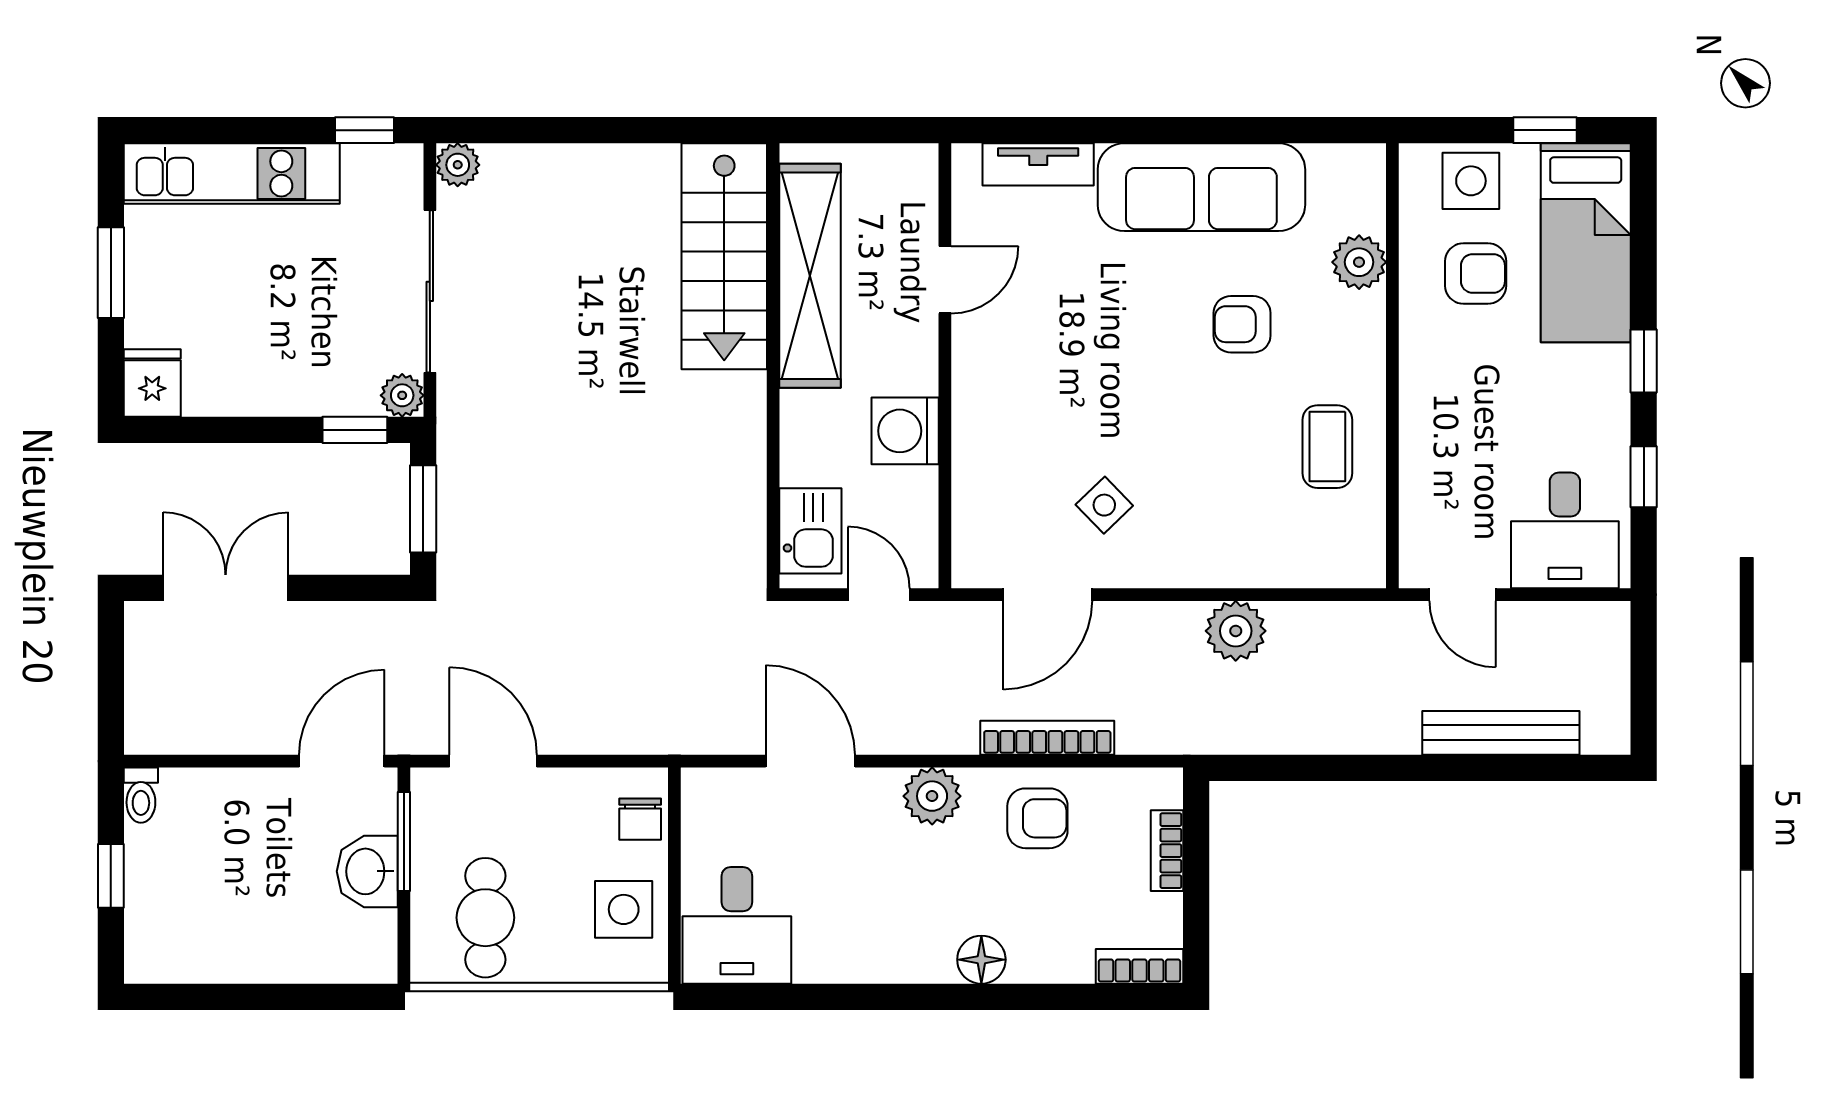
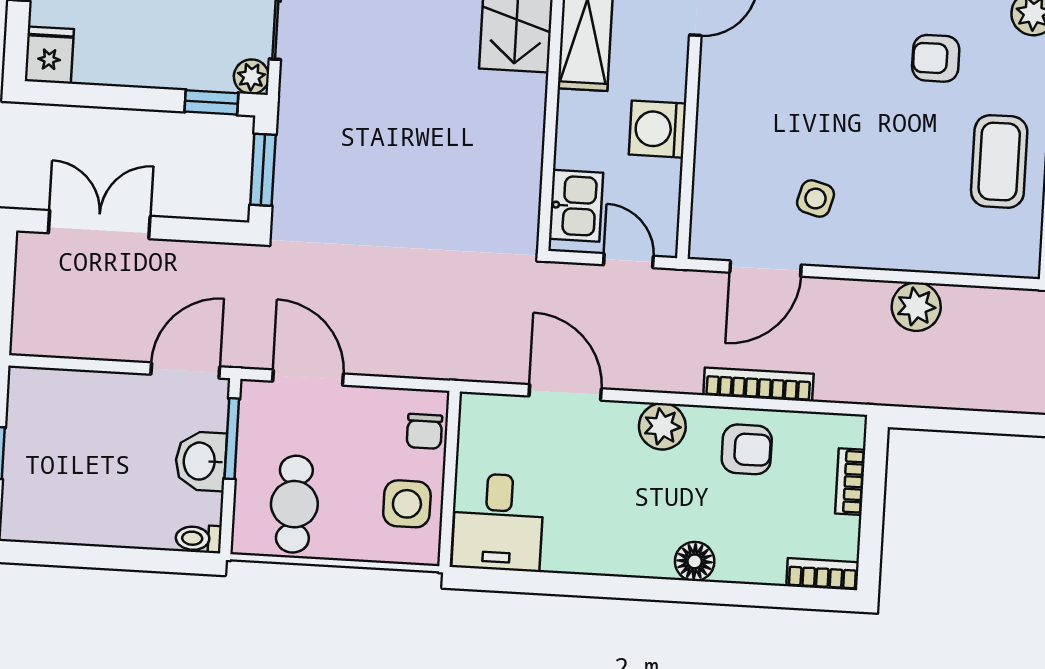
coffee table: (1327, 447) -> (999, 161), width x1.36, depth x1.30
side table: (1104, 505) -> (816, 199), turned -31
toilet: (141, 795) -> (198, 539), moved, turned 90

